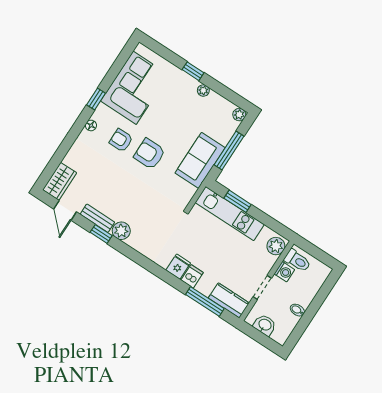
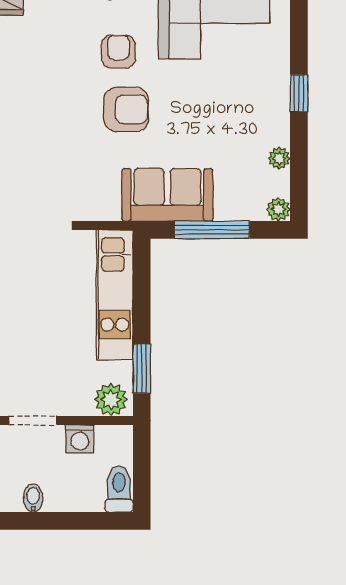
plant: (203, 91) -> (279, 158), moved
armchair: (149, 154) -> (126, 109), turned 90
window: (238, 201) -> (142, 369), moved
toilet: (297, 261) -> (119, 489), moved, turned 180

